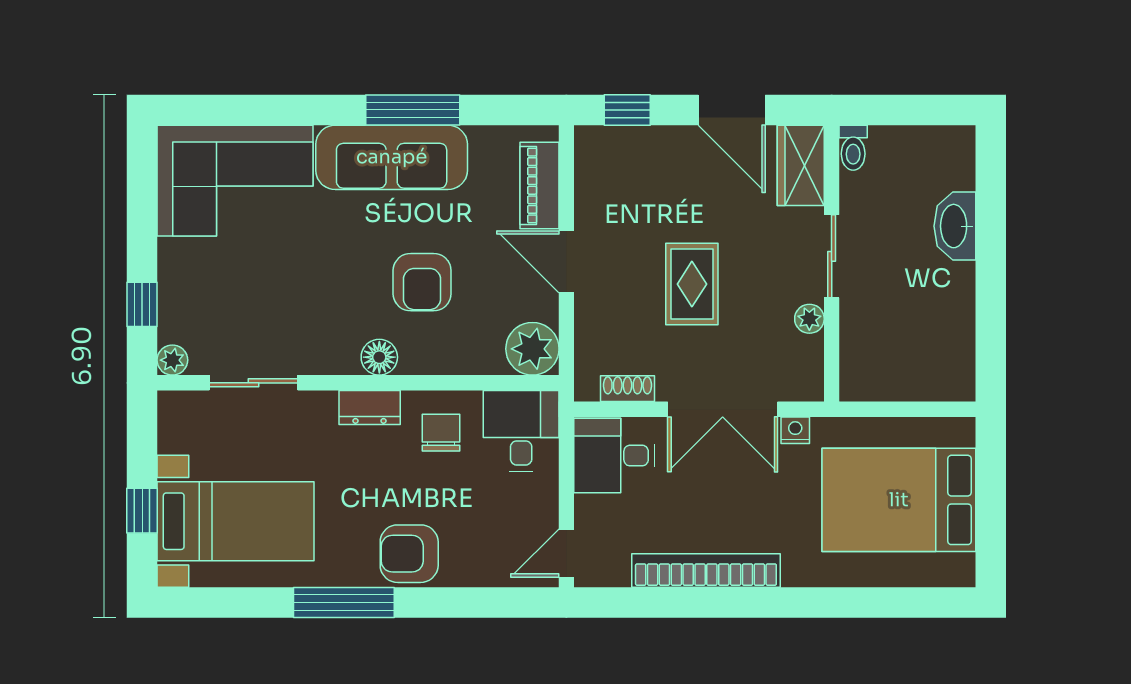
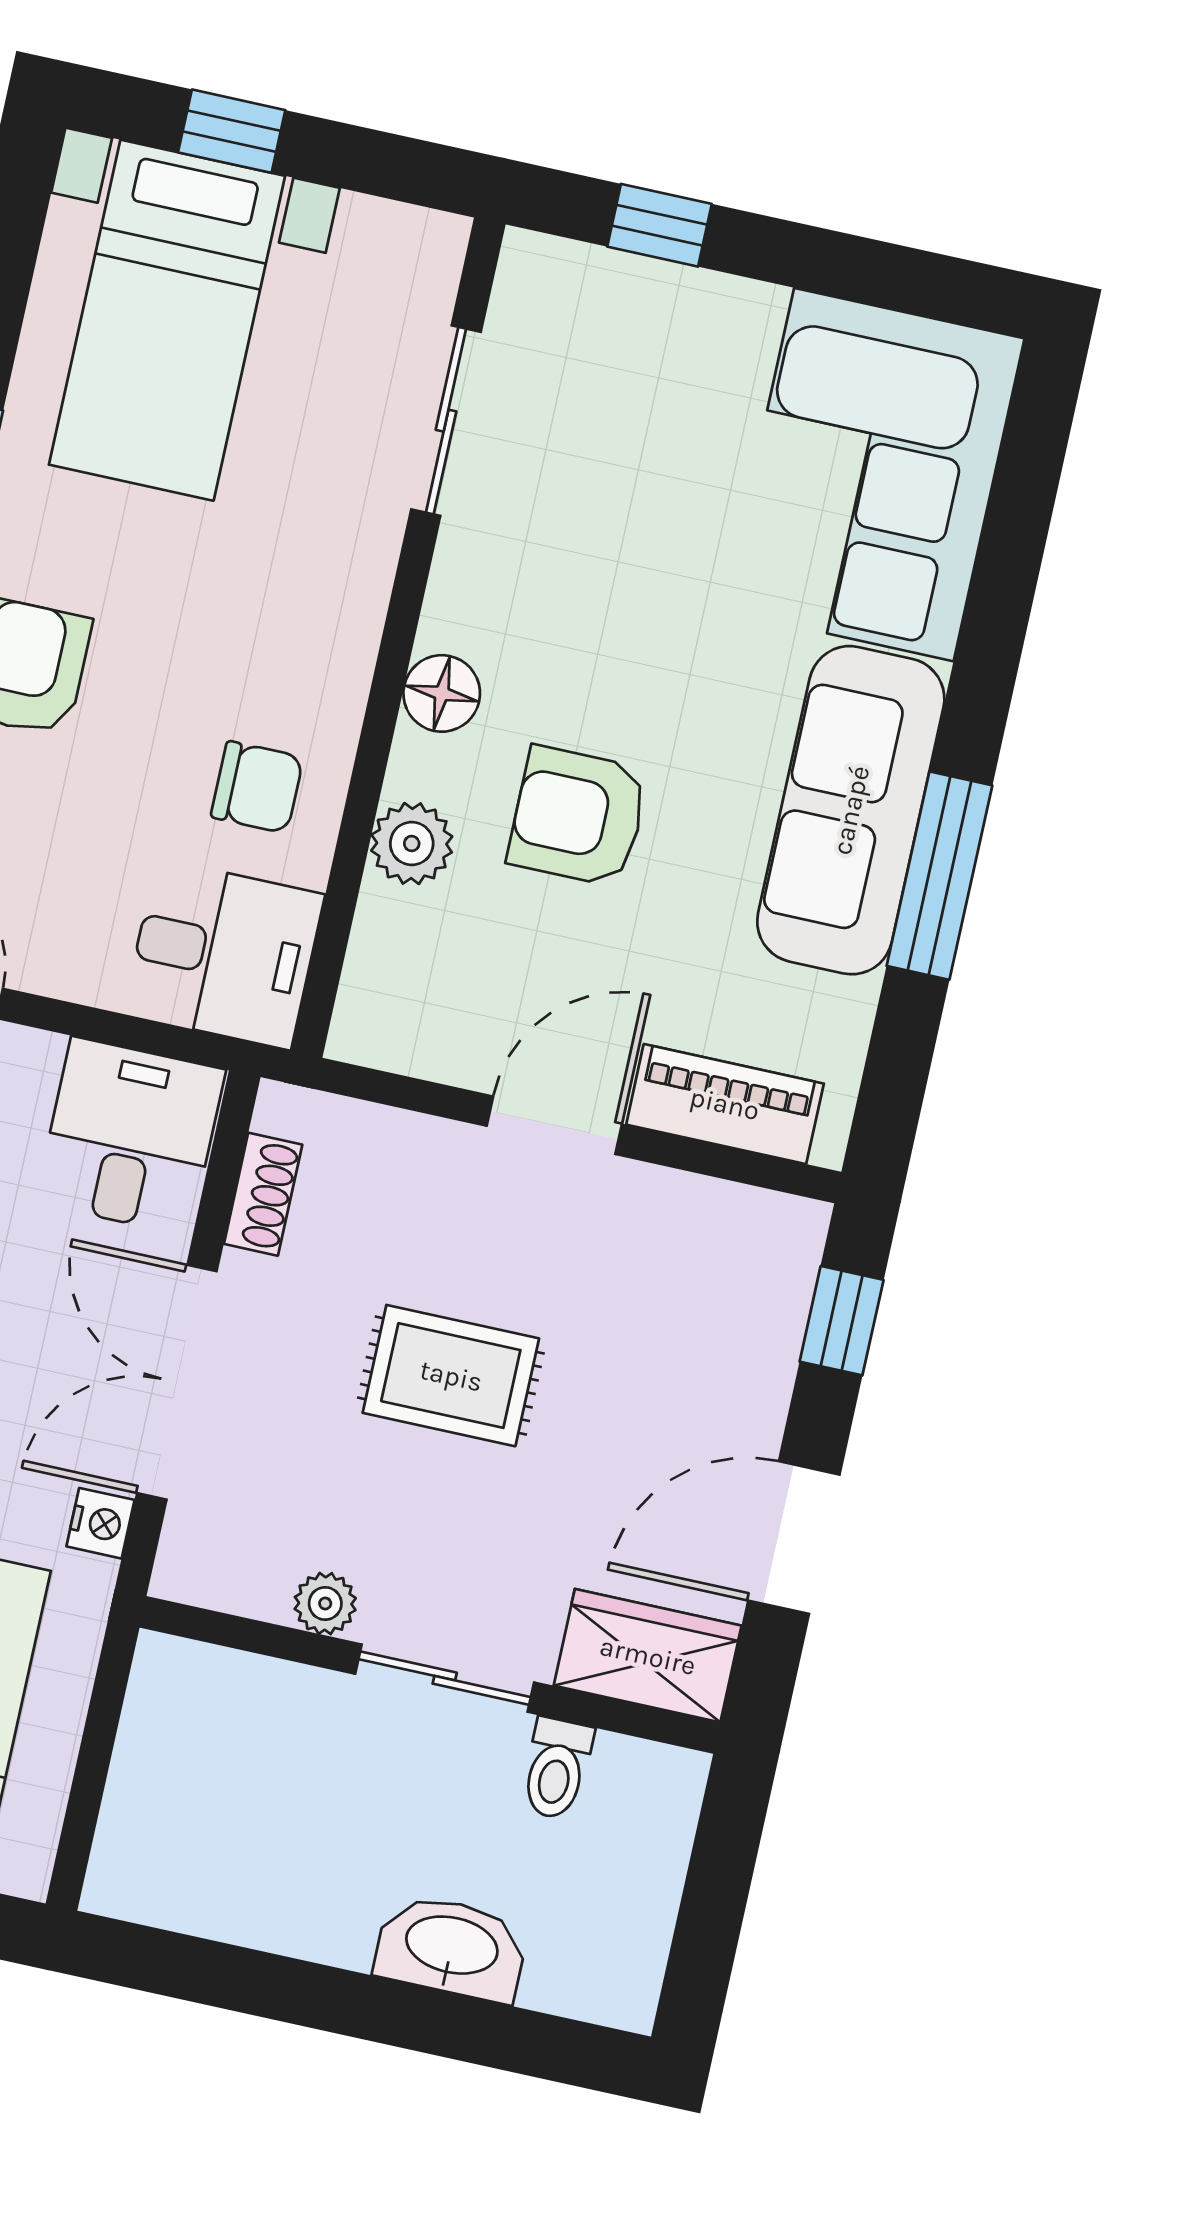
toilet: (853, 148) -> (557, 1769), moved, turned -90
plant: (532, 349) -> (412, 844), moved, width x0.73, depth x0.73
plant: (172, 360) -> (530, 263), removed
dresser: (370, 408) -> (342, 650), removed

